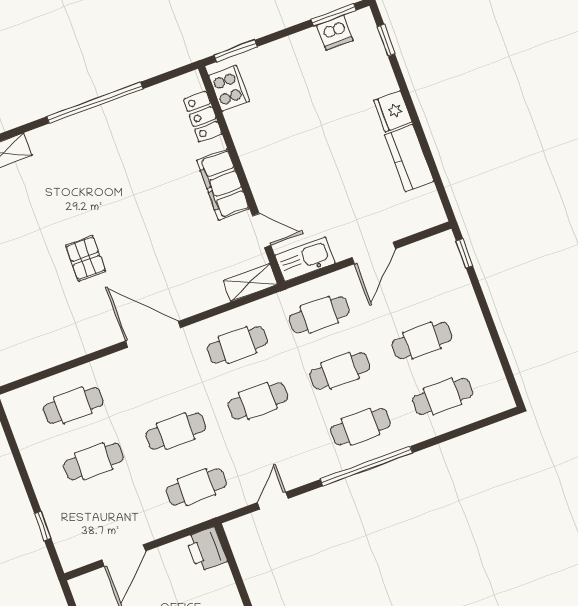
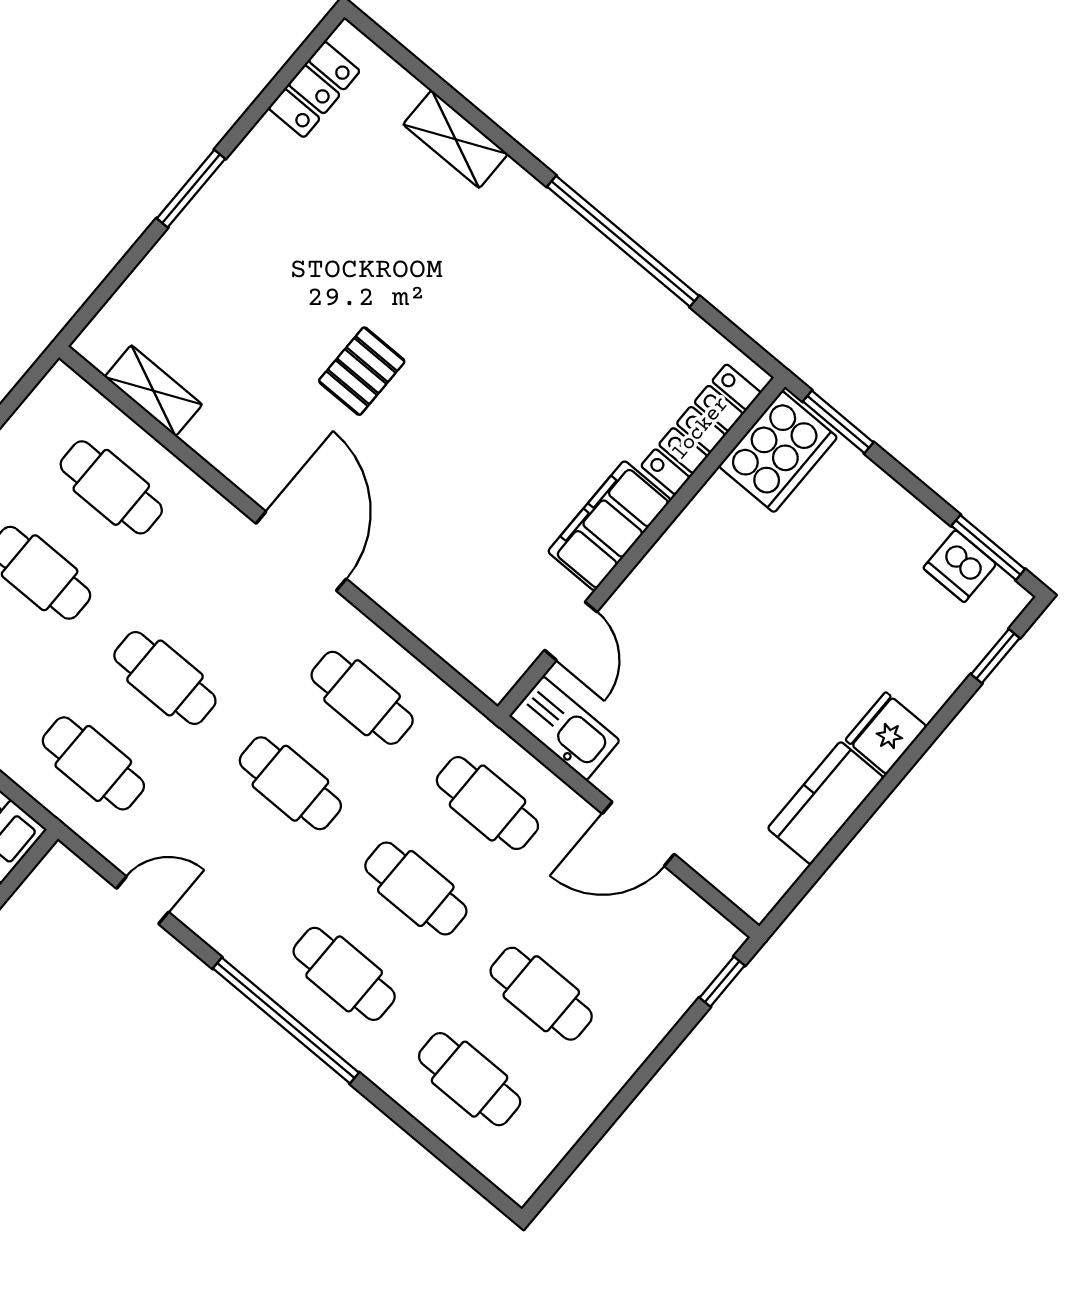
cooker: (229, 88) -> (778, 452), width x1.37, depth x1.31
locker: (203, 117) -> (701, 429), width x1.53
shelving: (250, 283) -> (153, 391), moved

